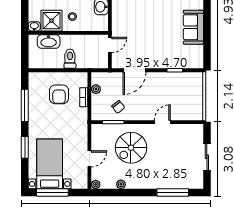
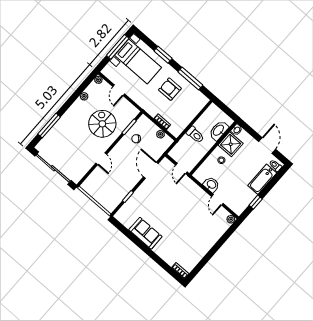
armchair: (59, 94) -> (170, 89), moved
sliding door: (207, 157) -> (53, 168), width x1.86

